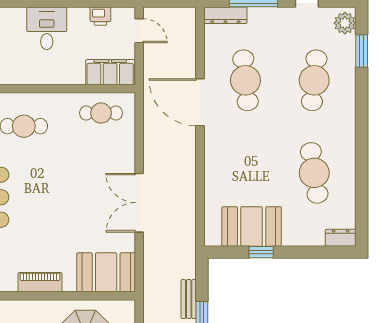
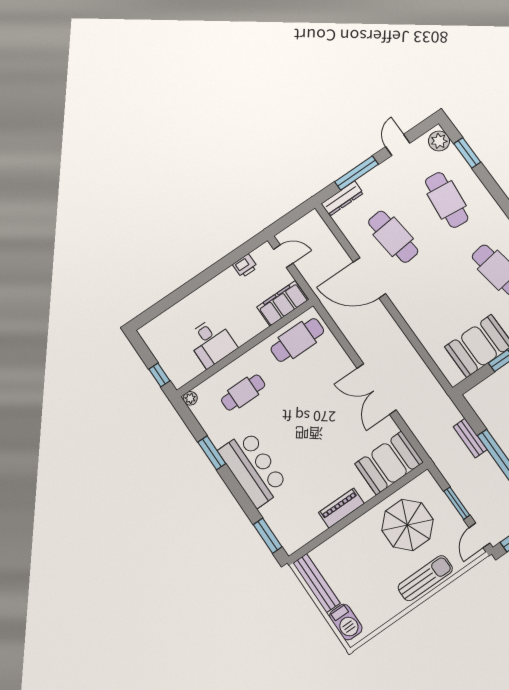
desk: (47, 28) -> (211, 342), moved, turned 180
cafe table: (101, 113) -> (297, 340), width x1.37, depth x1.35

